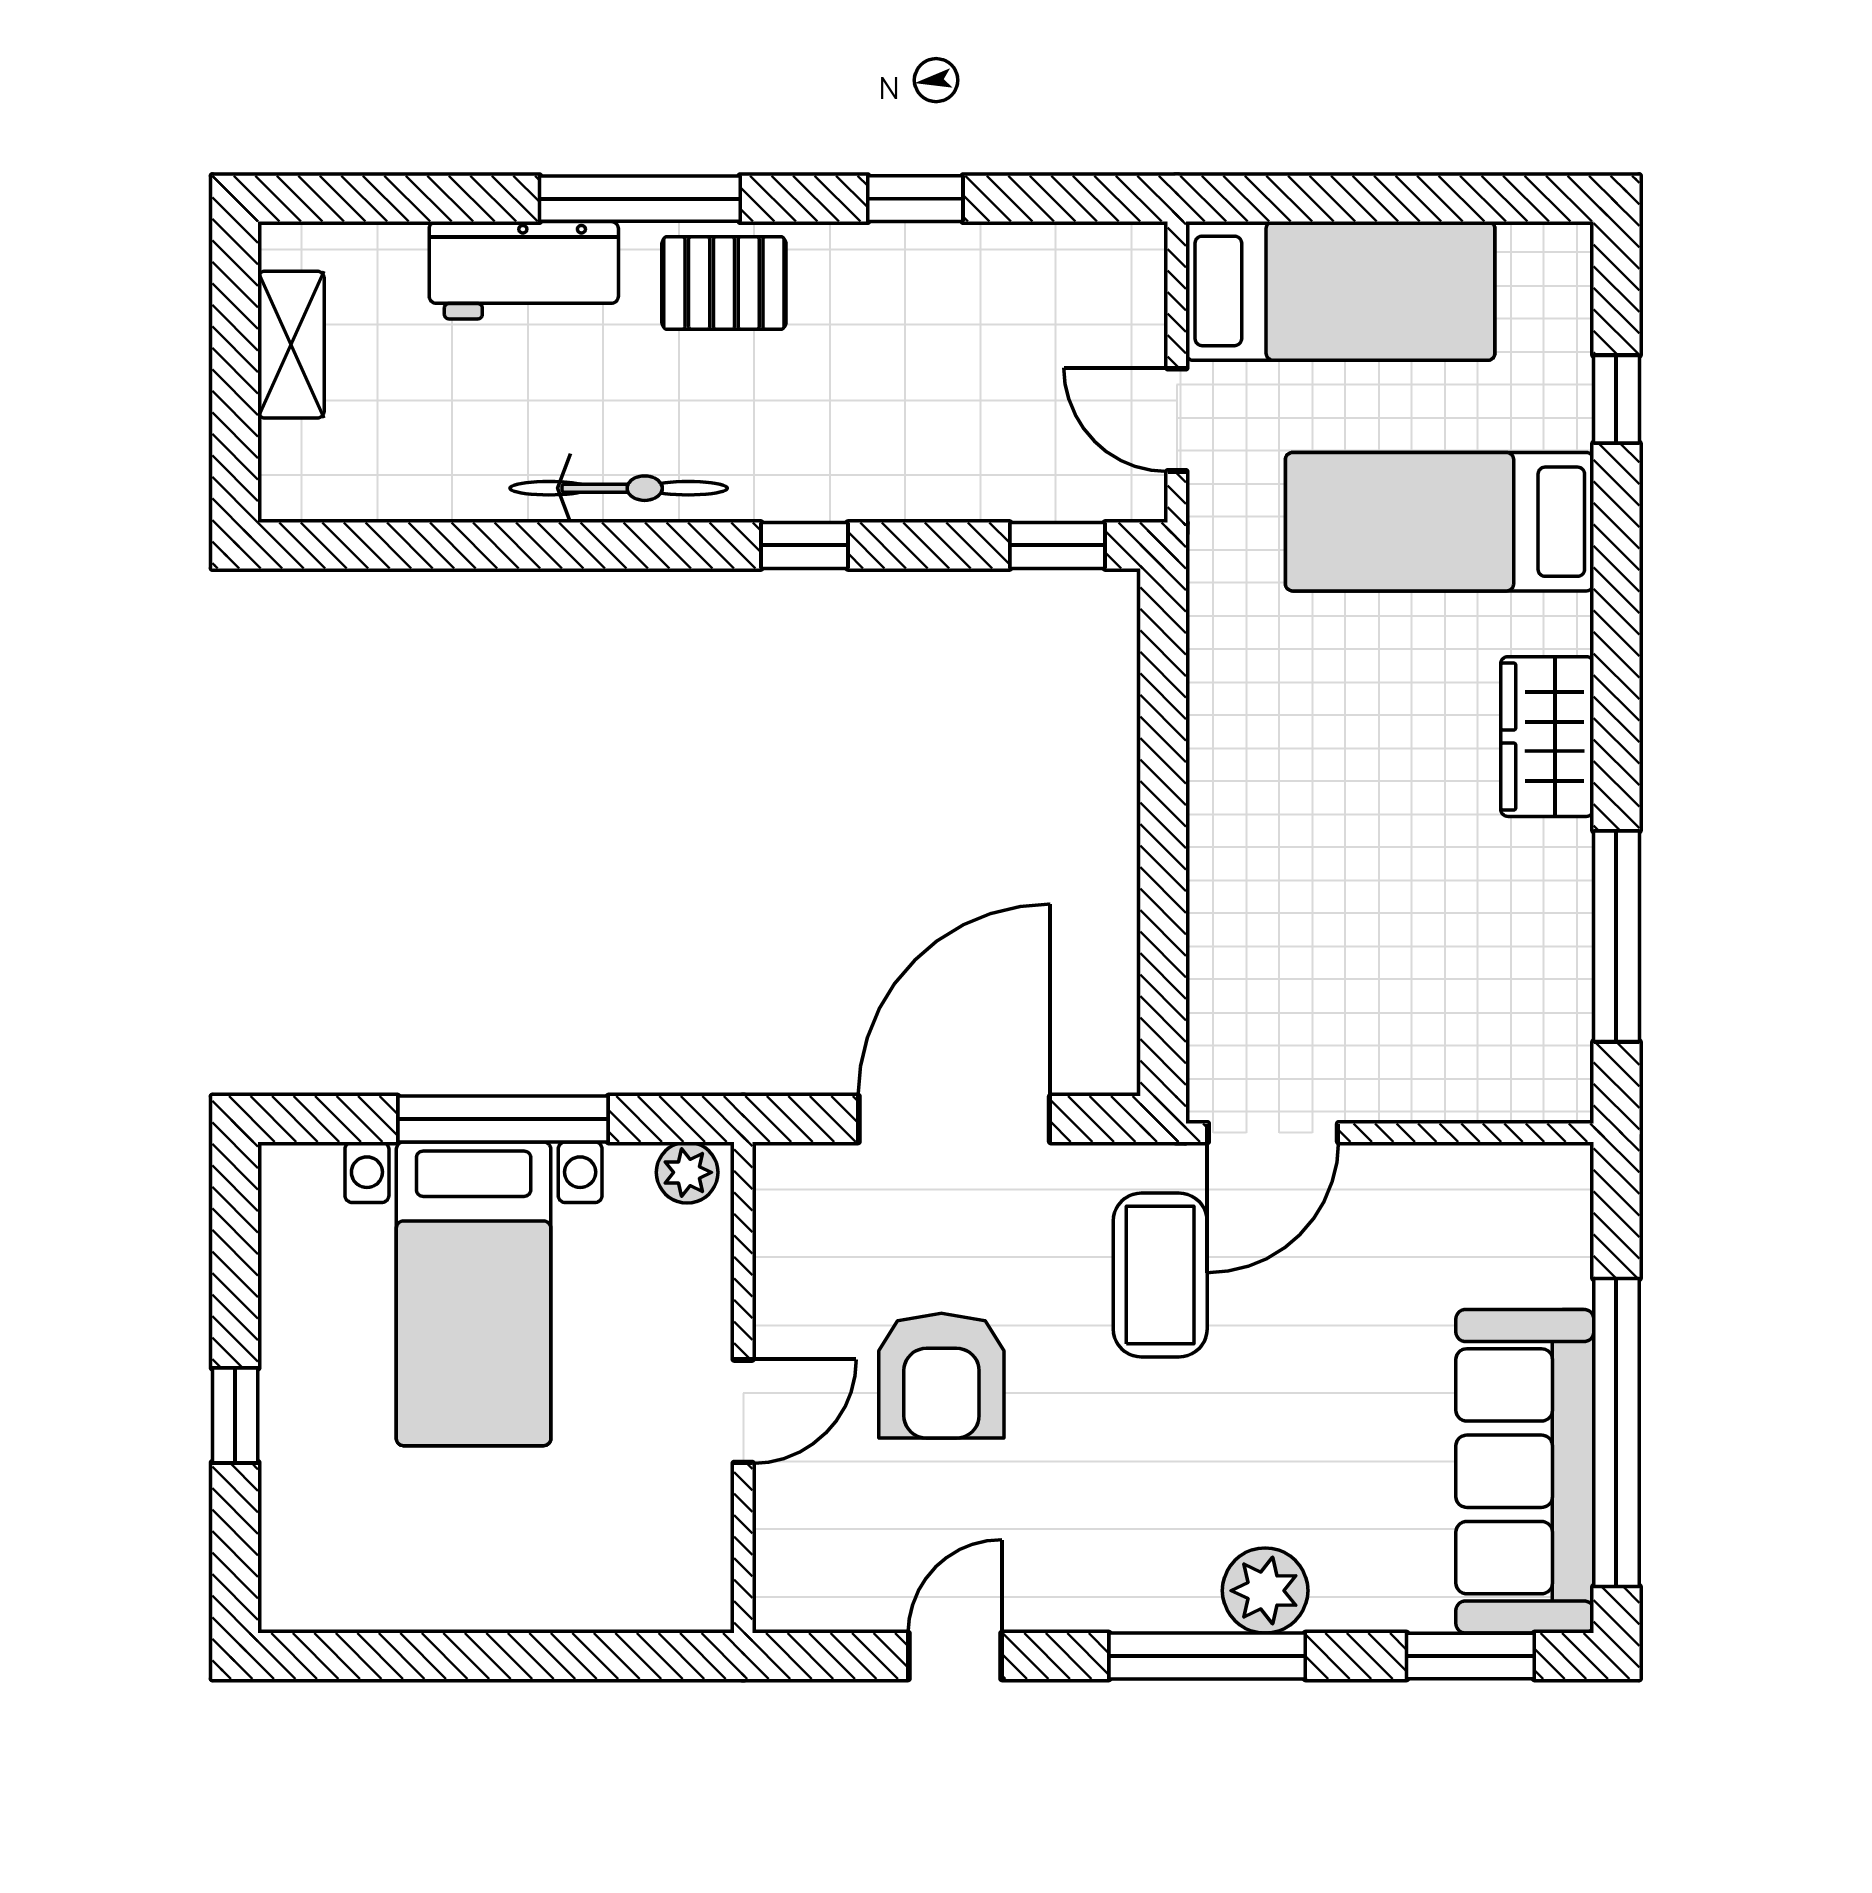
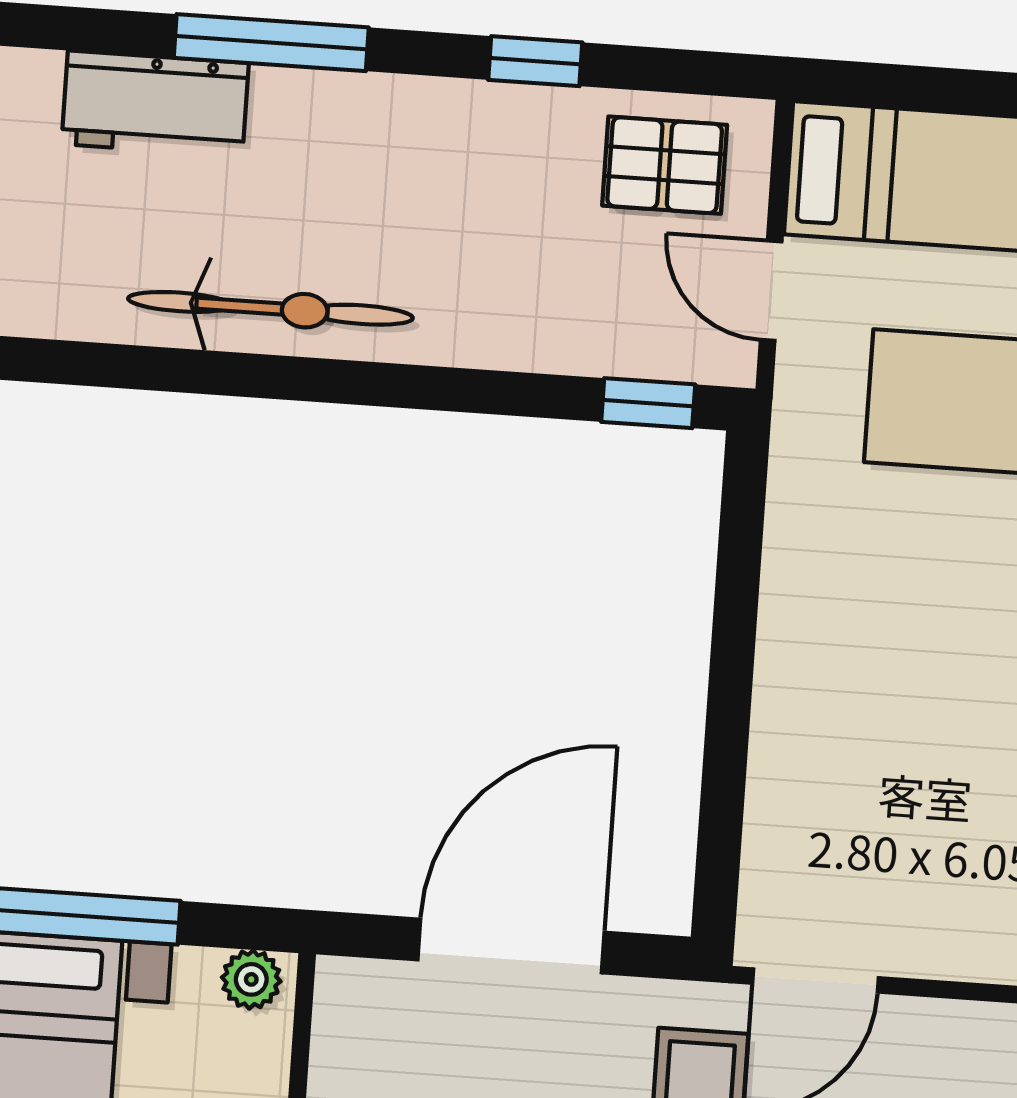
pallet: (724, 283) -> (665, 165), moved
bicycle: (619, 488) -> (270, 308), width x1.37, depth x1.40
window: (804, 545) -> (406, 386), removed

